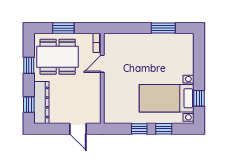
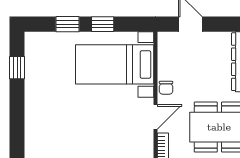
chair: (95, 84) -> (166, 88), added
bed with nightstands: (167, 98) -> (115, 64), moved, turned 180

